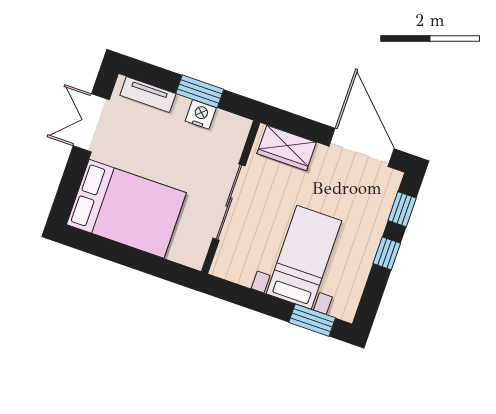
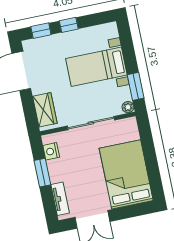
nightstand: (201, 114) -> (51, 151), moved
plant: (220, 268) -> (128, 107), added
window: (312, 320) -> (136, 86), moved

